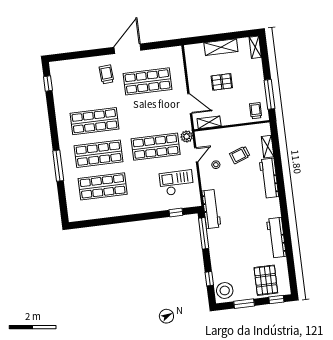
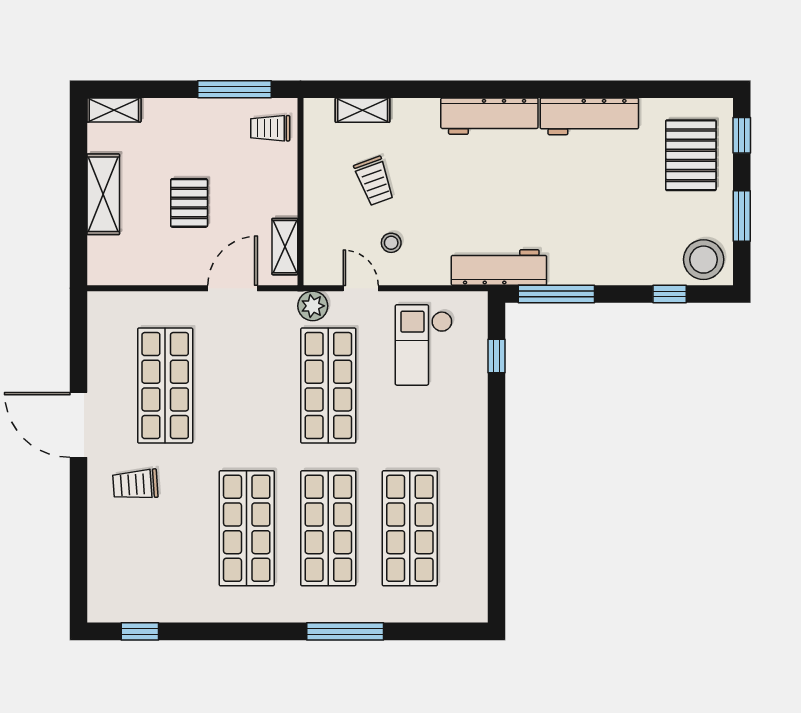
workbench: (269, 178) -> (489, 116), moved
pallet: (266, 280) -> (691, 155), turned 90

